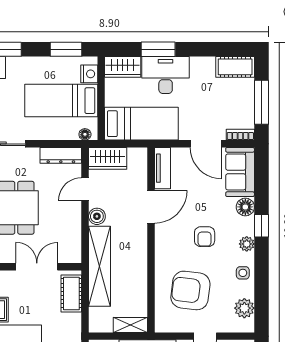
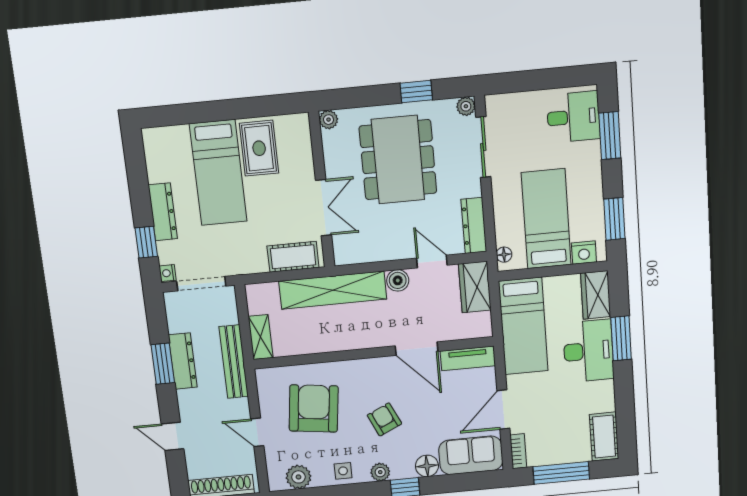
armchair: (205, 237) -> (384, 419), turned 65

